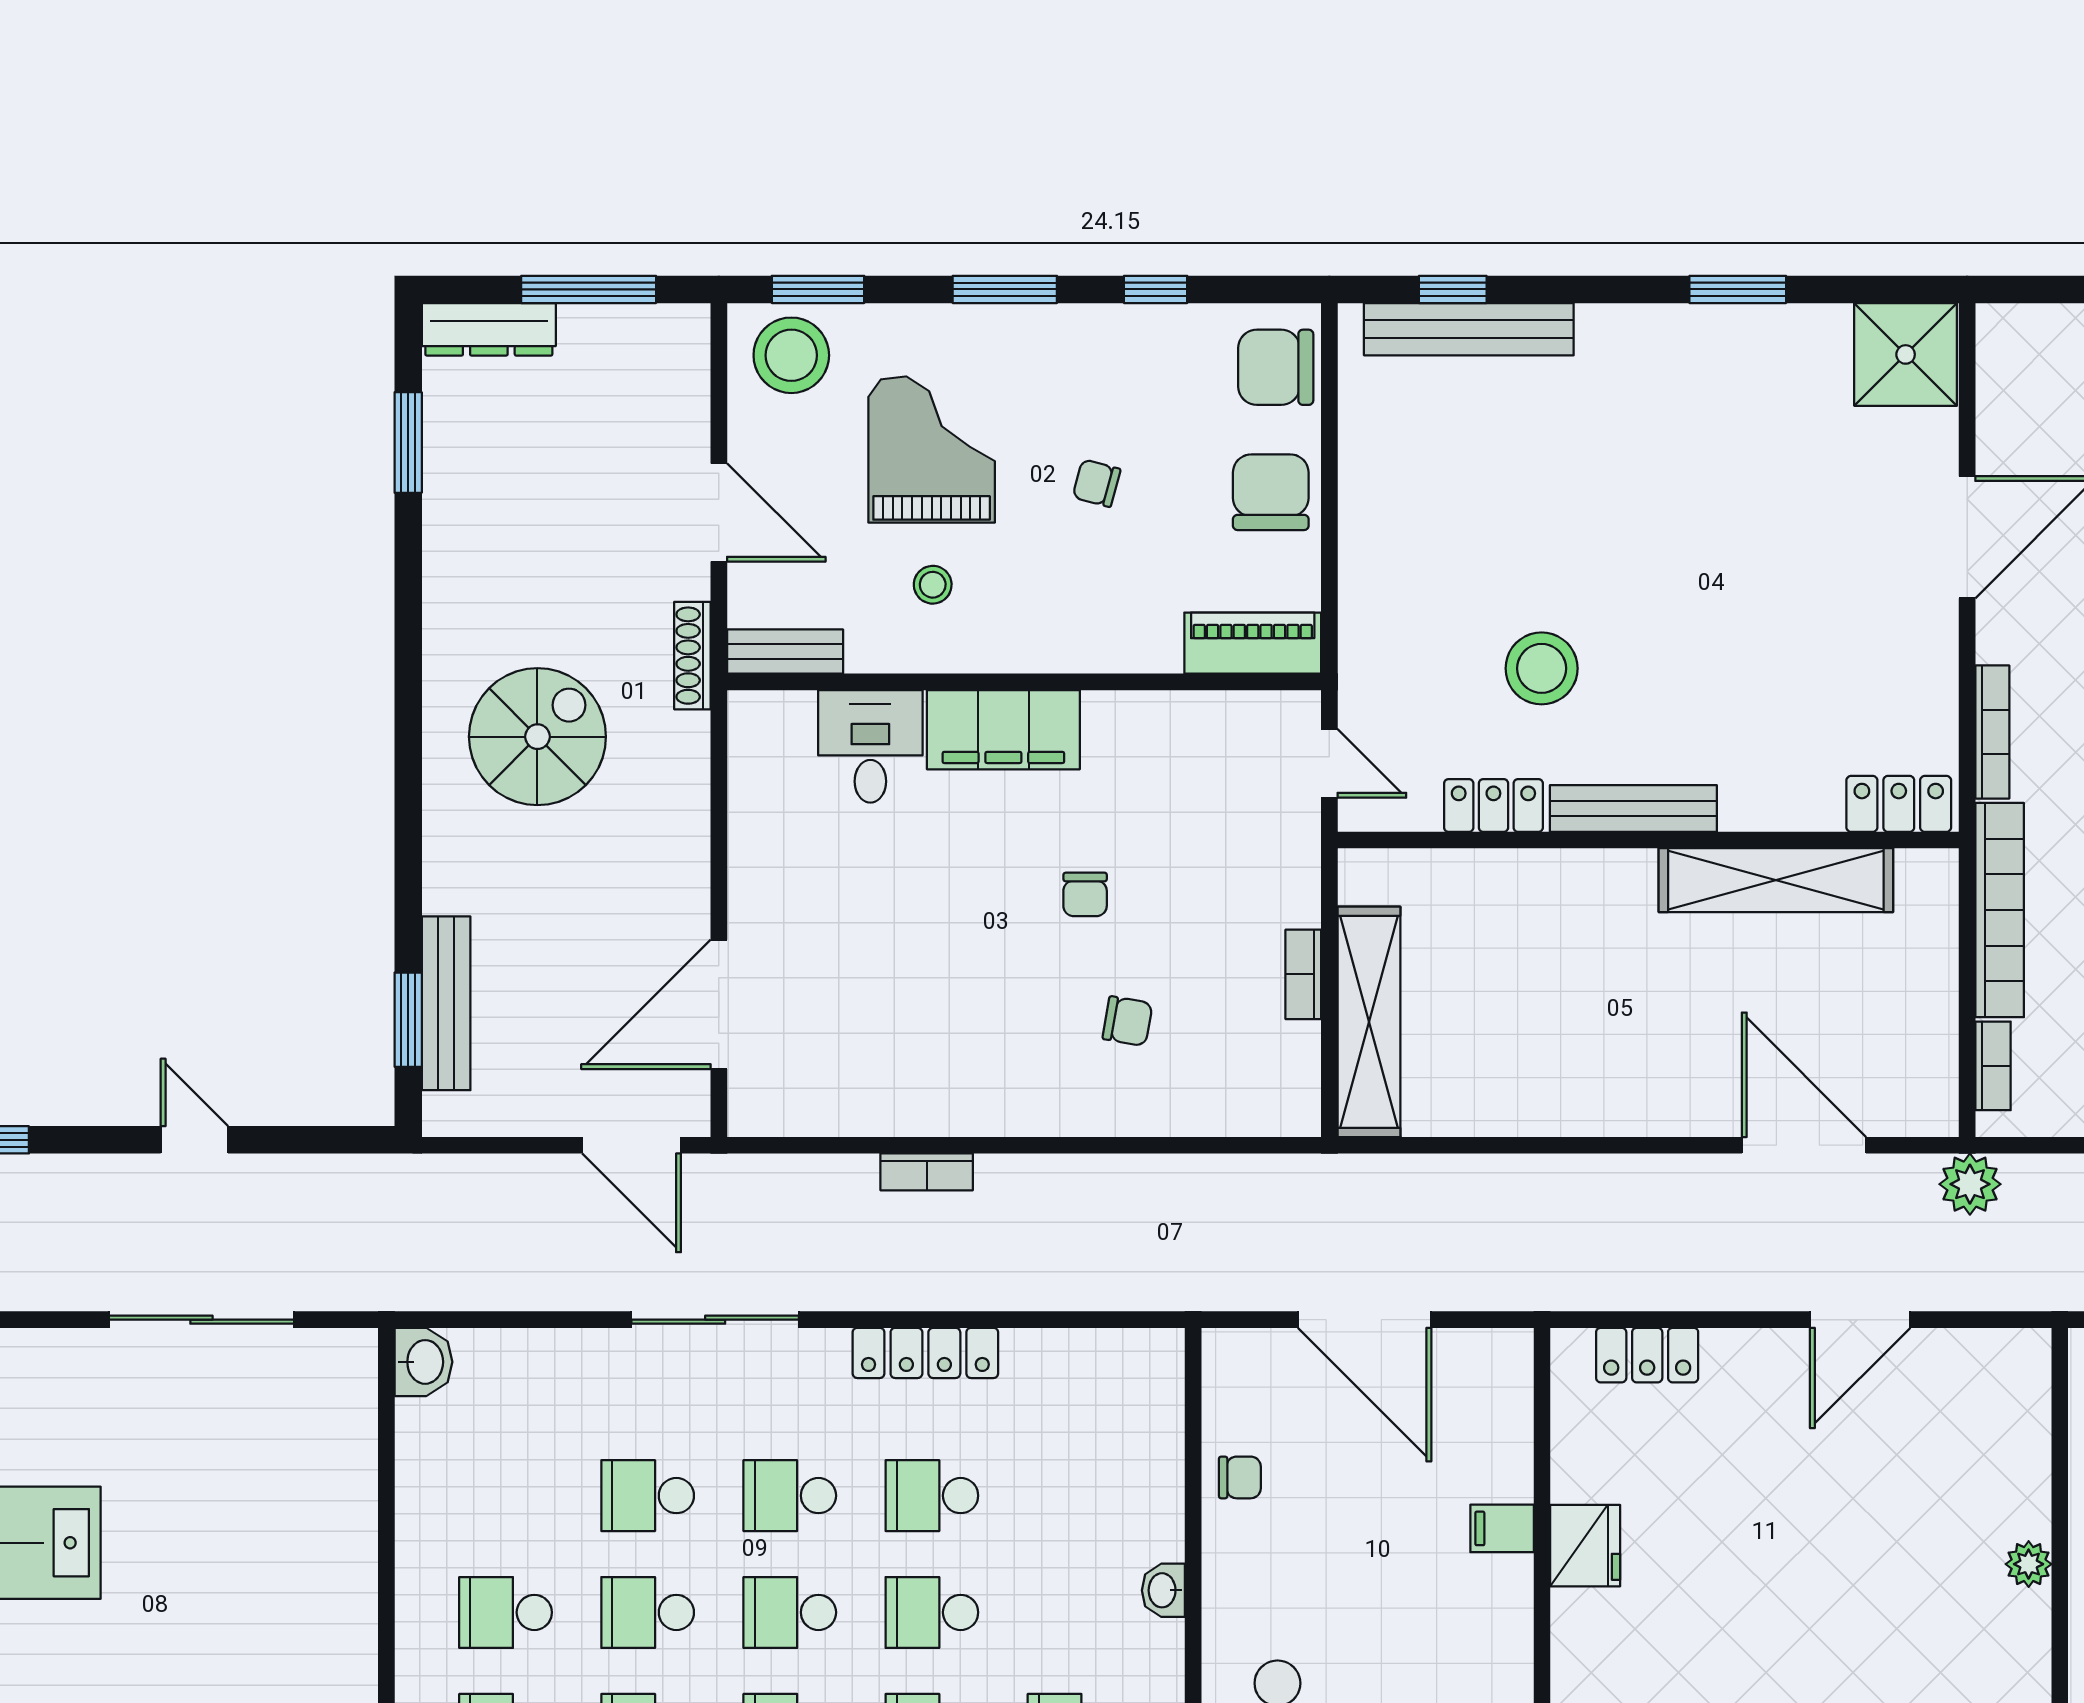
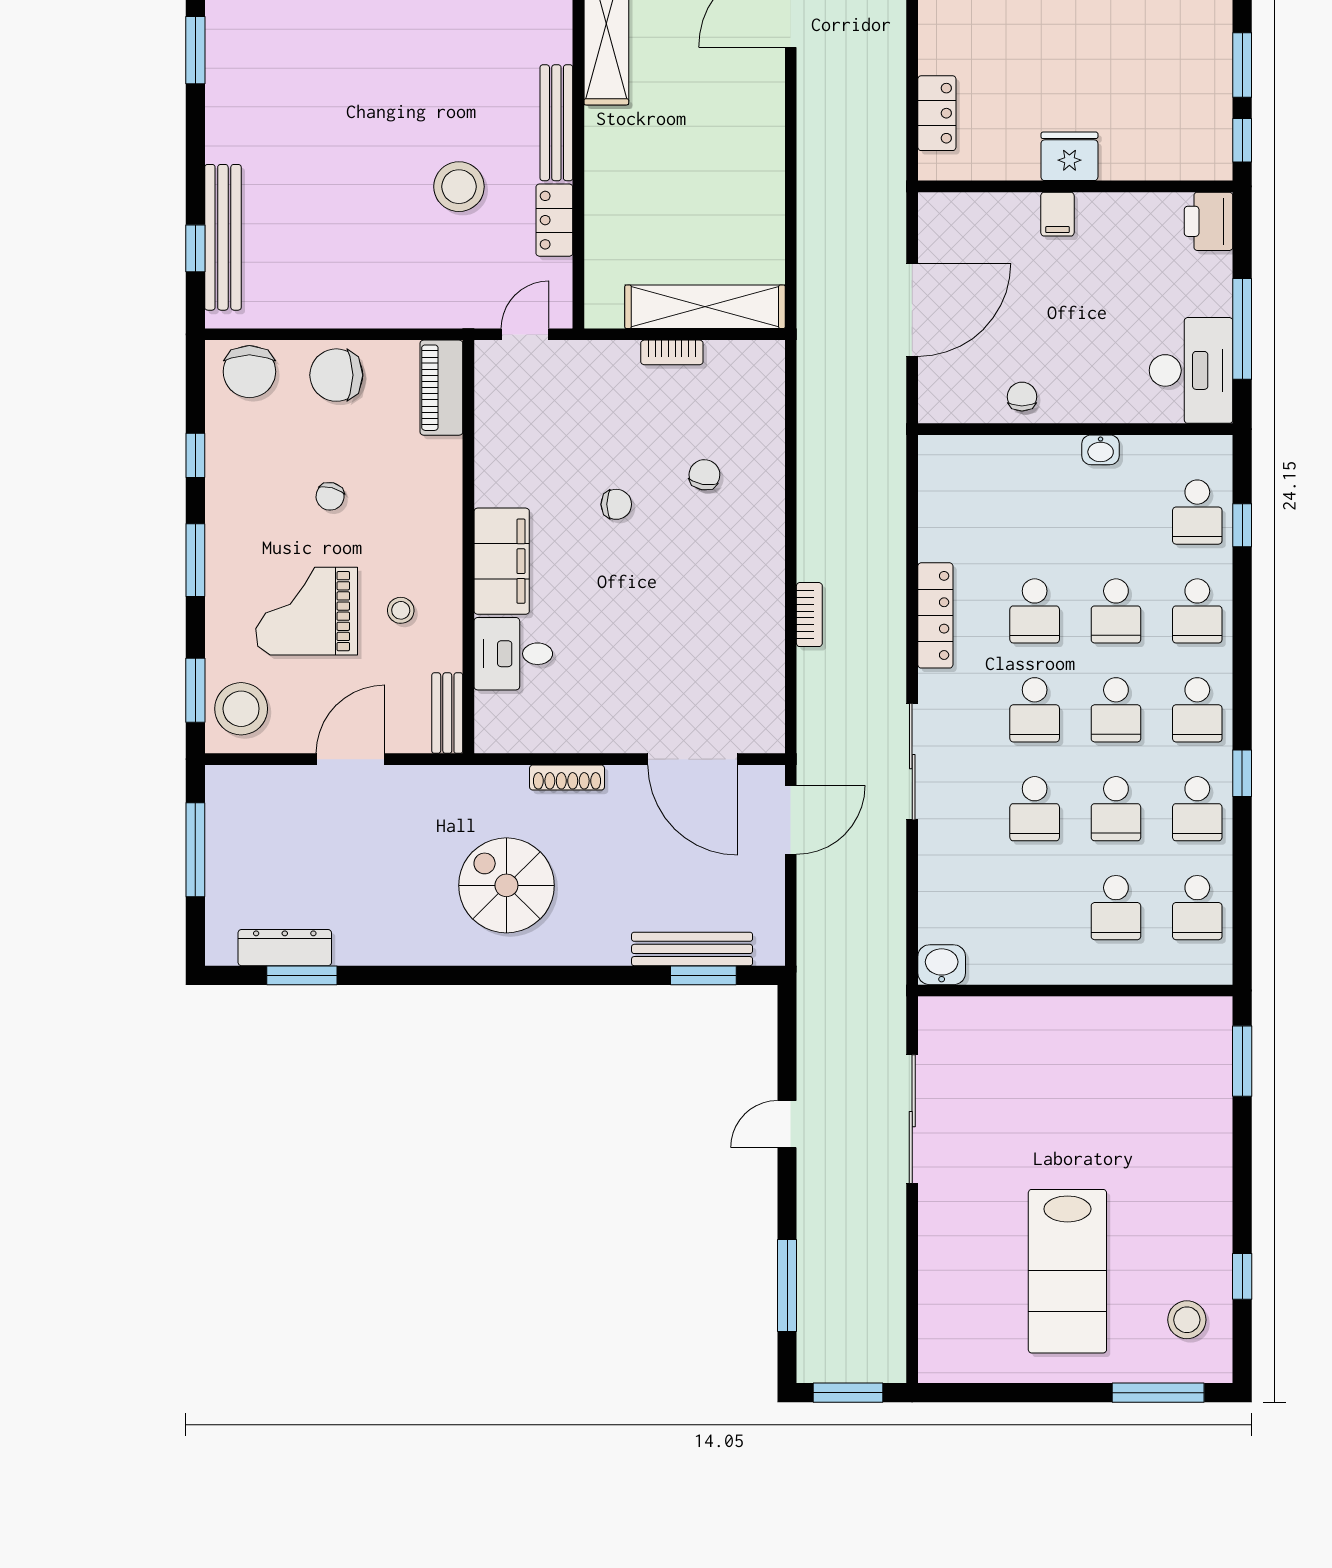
dresser: (489, 329) -> (285, 948), moved, turned -90
shoe rack: (692, 656) -> (567, 778), moved

